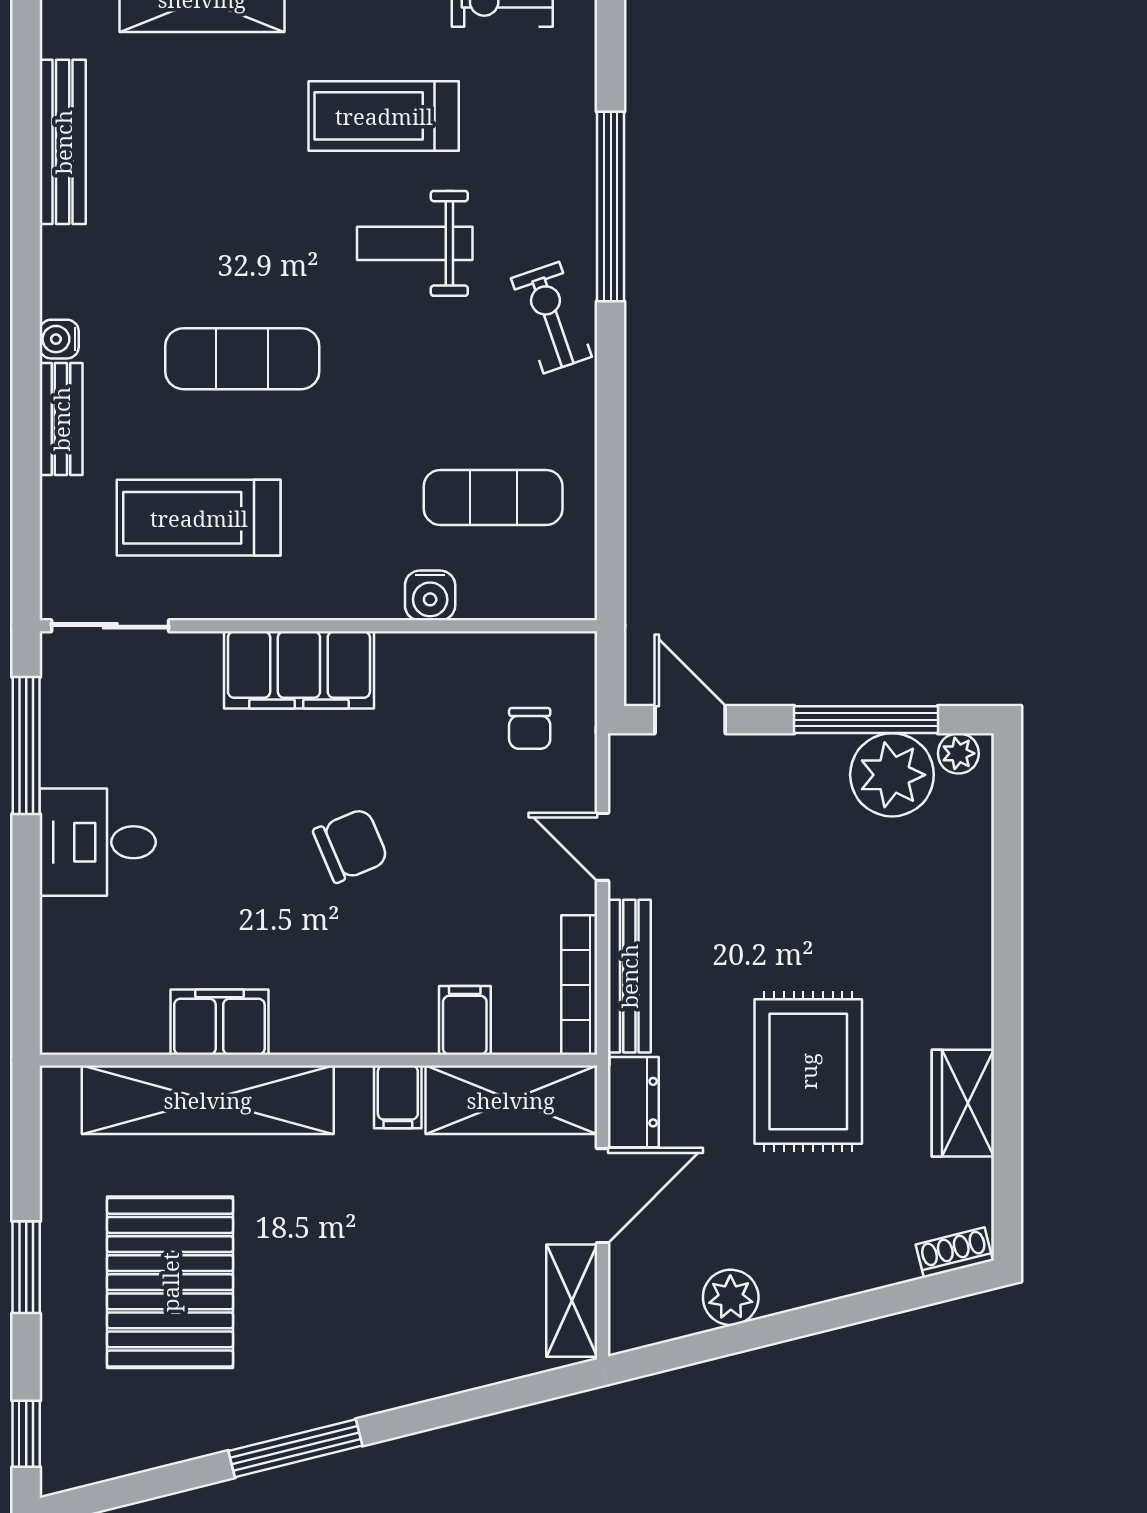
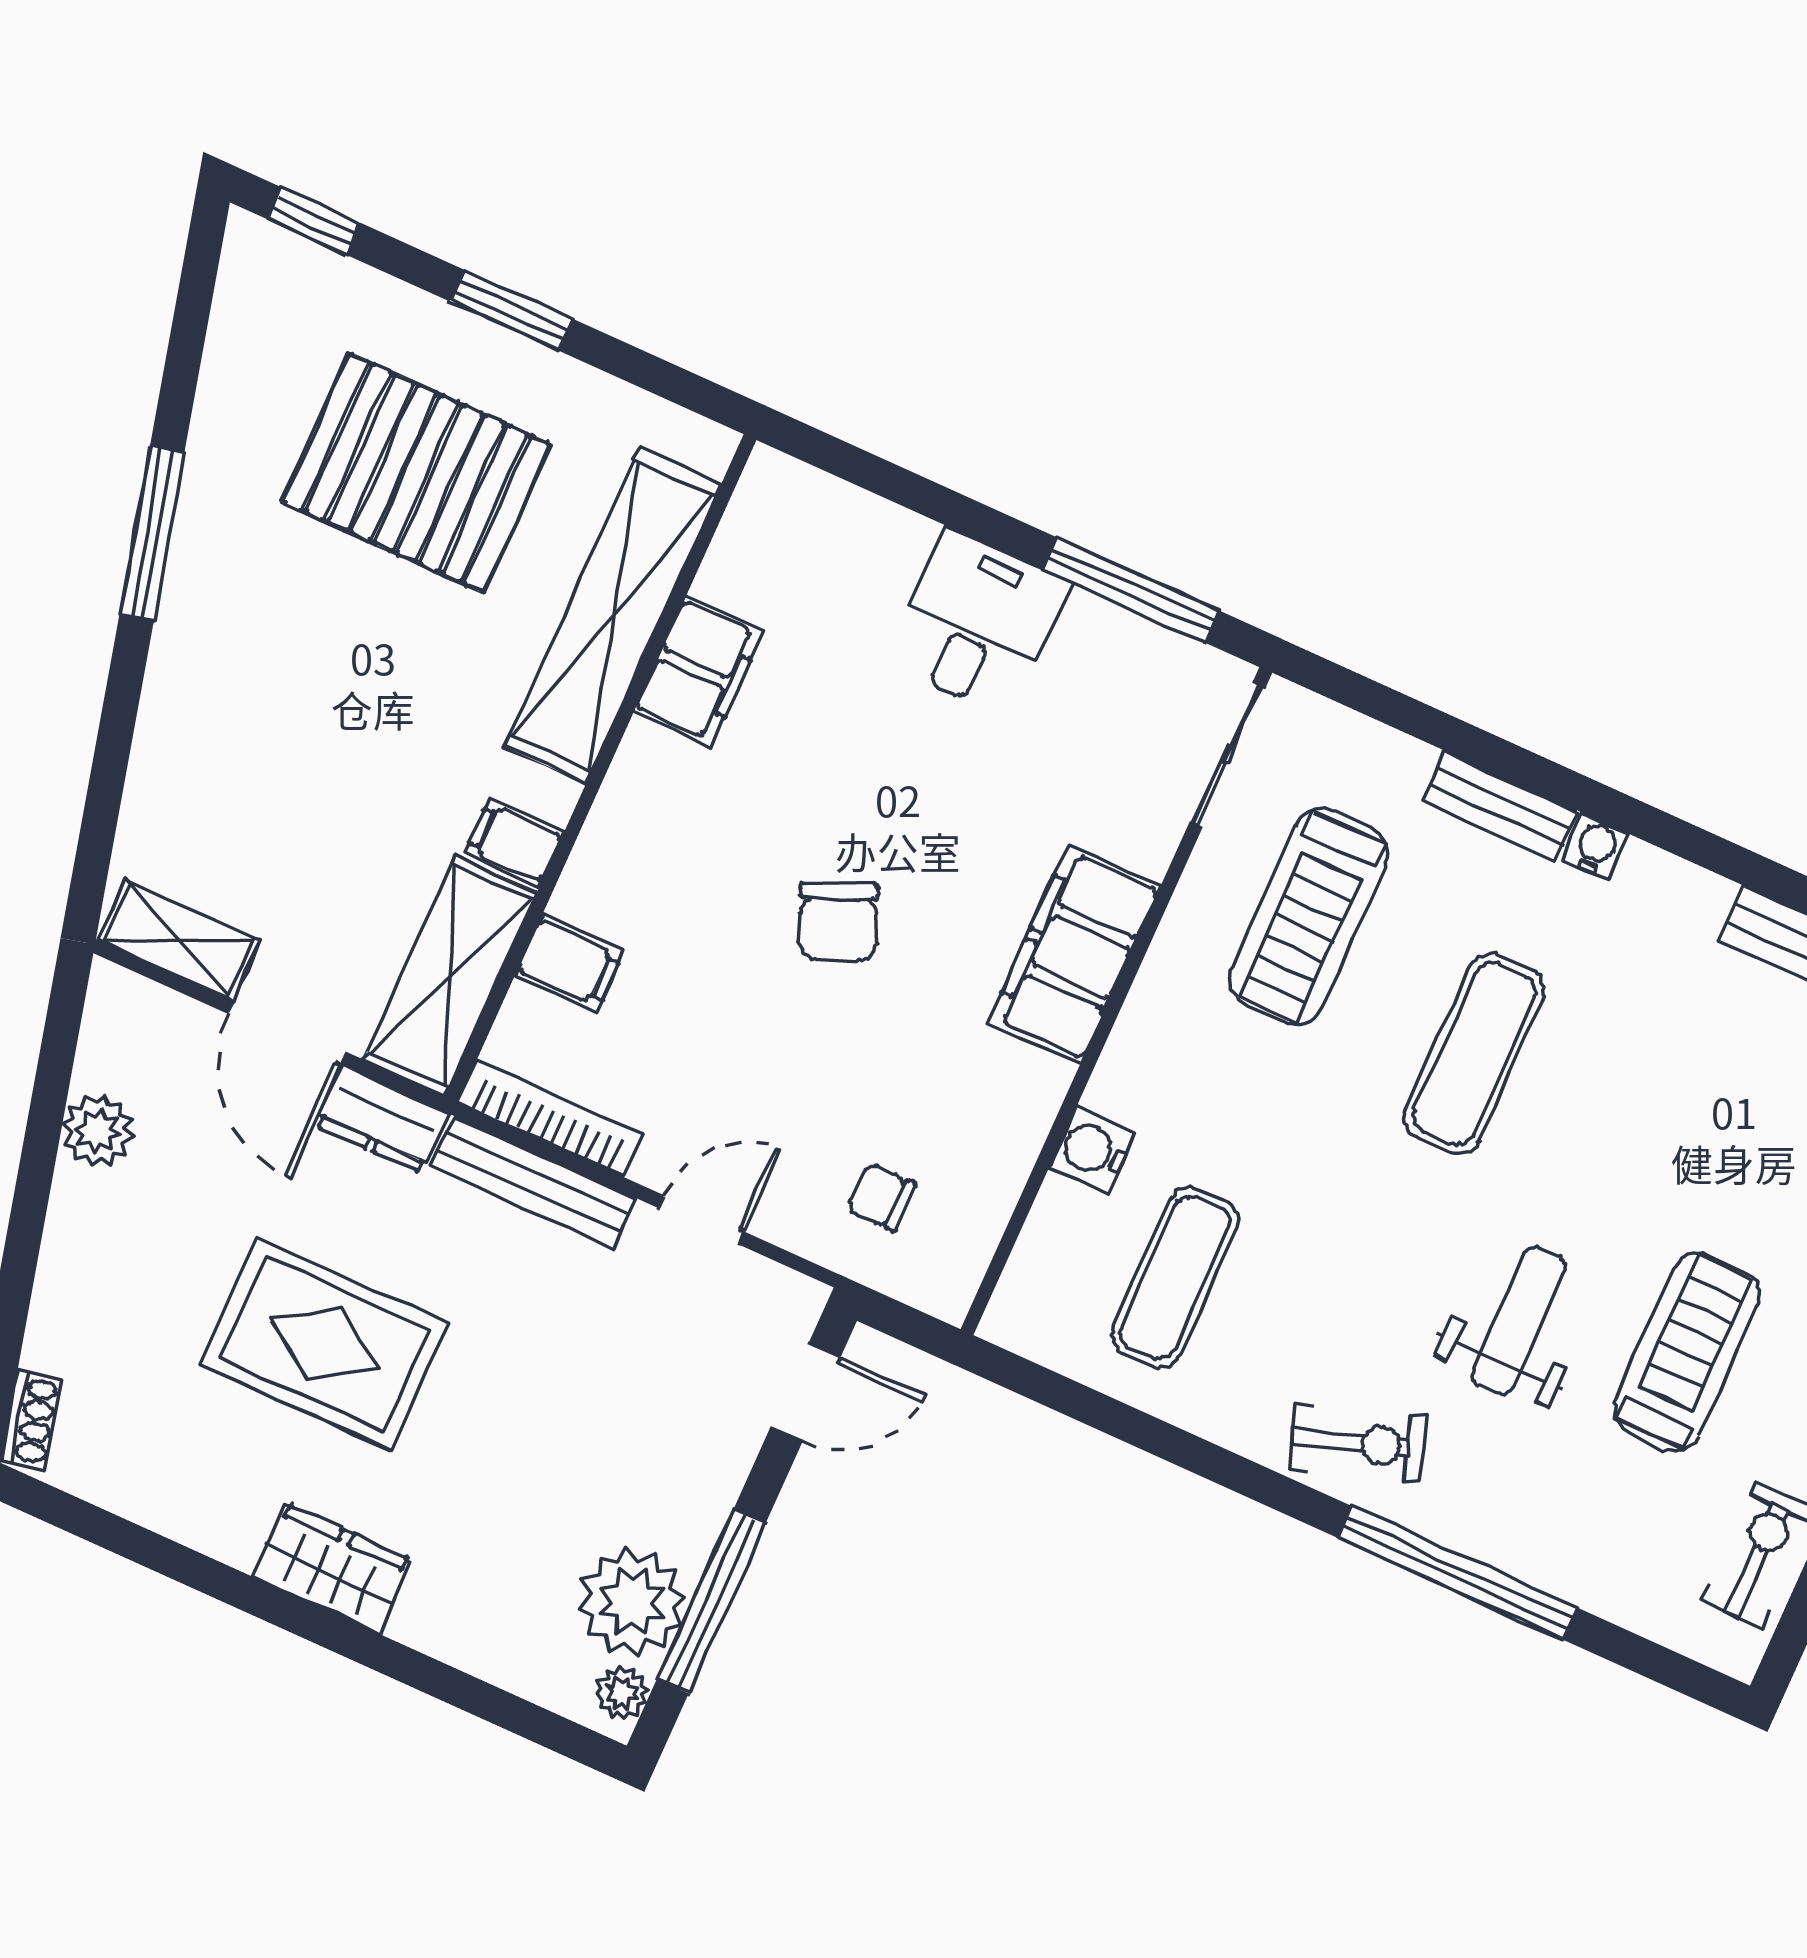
treadmill: (199, 518) -> (1309, 917), turned 180
wardrobe: (963, 1103) -> (332, 1568), moved

